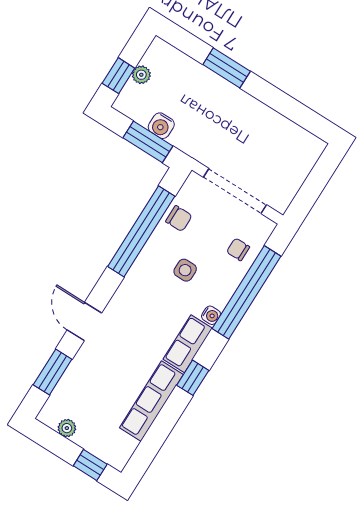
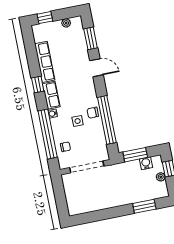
window: (227, 68) -> (144, 206), moved
water cooler: (161, 126) -> (146, 163), moved
chair: (179, 219) -> (93, 113), moved

